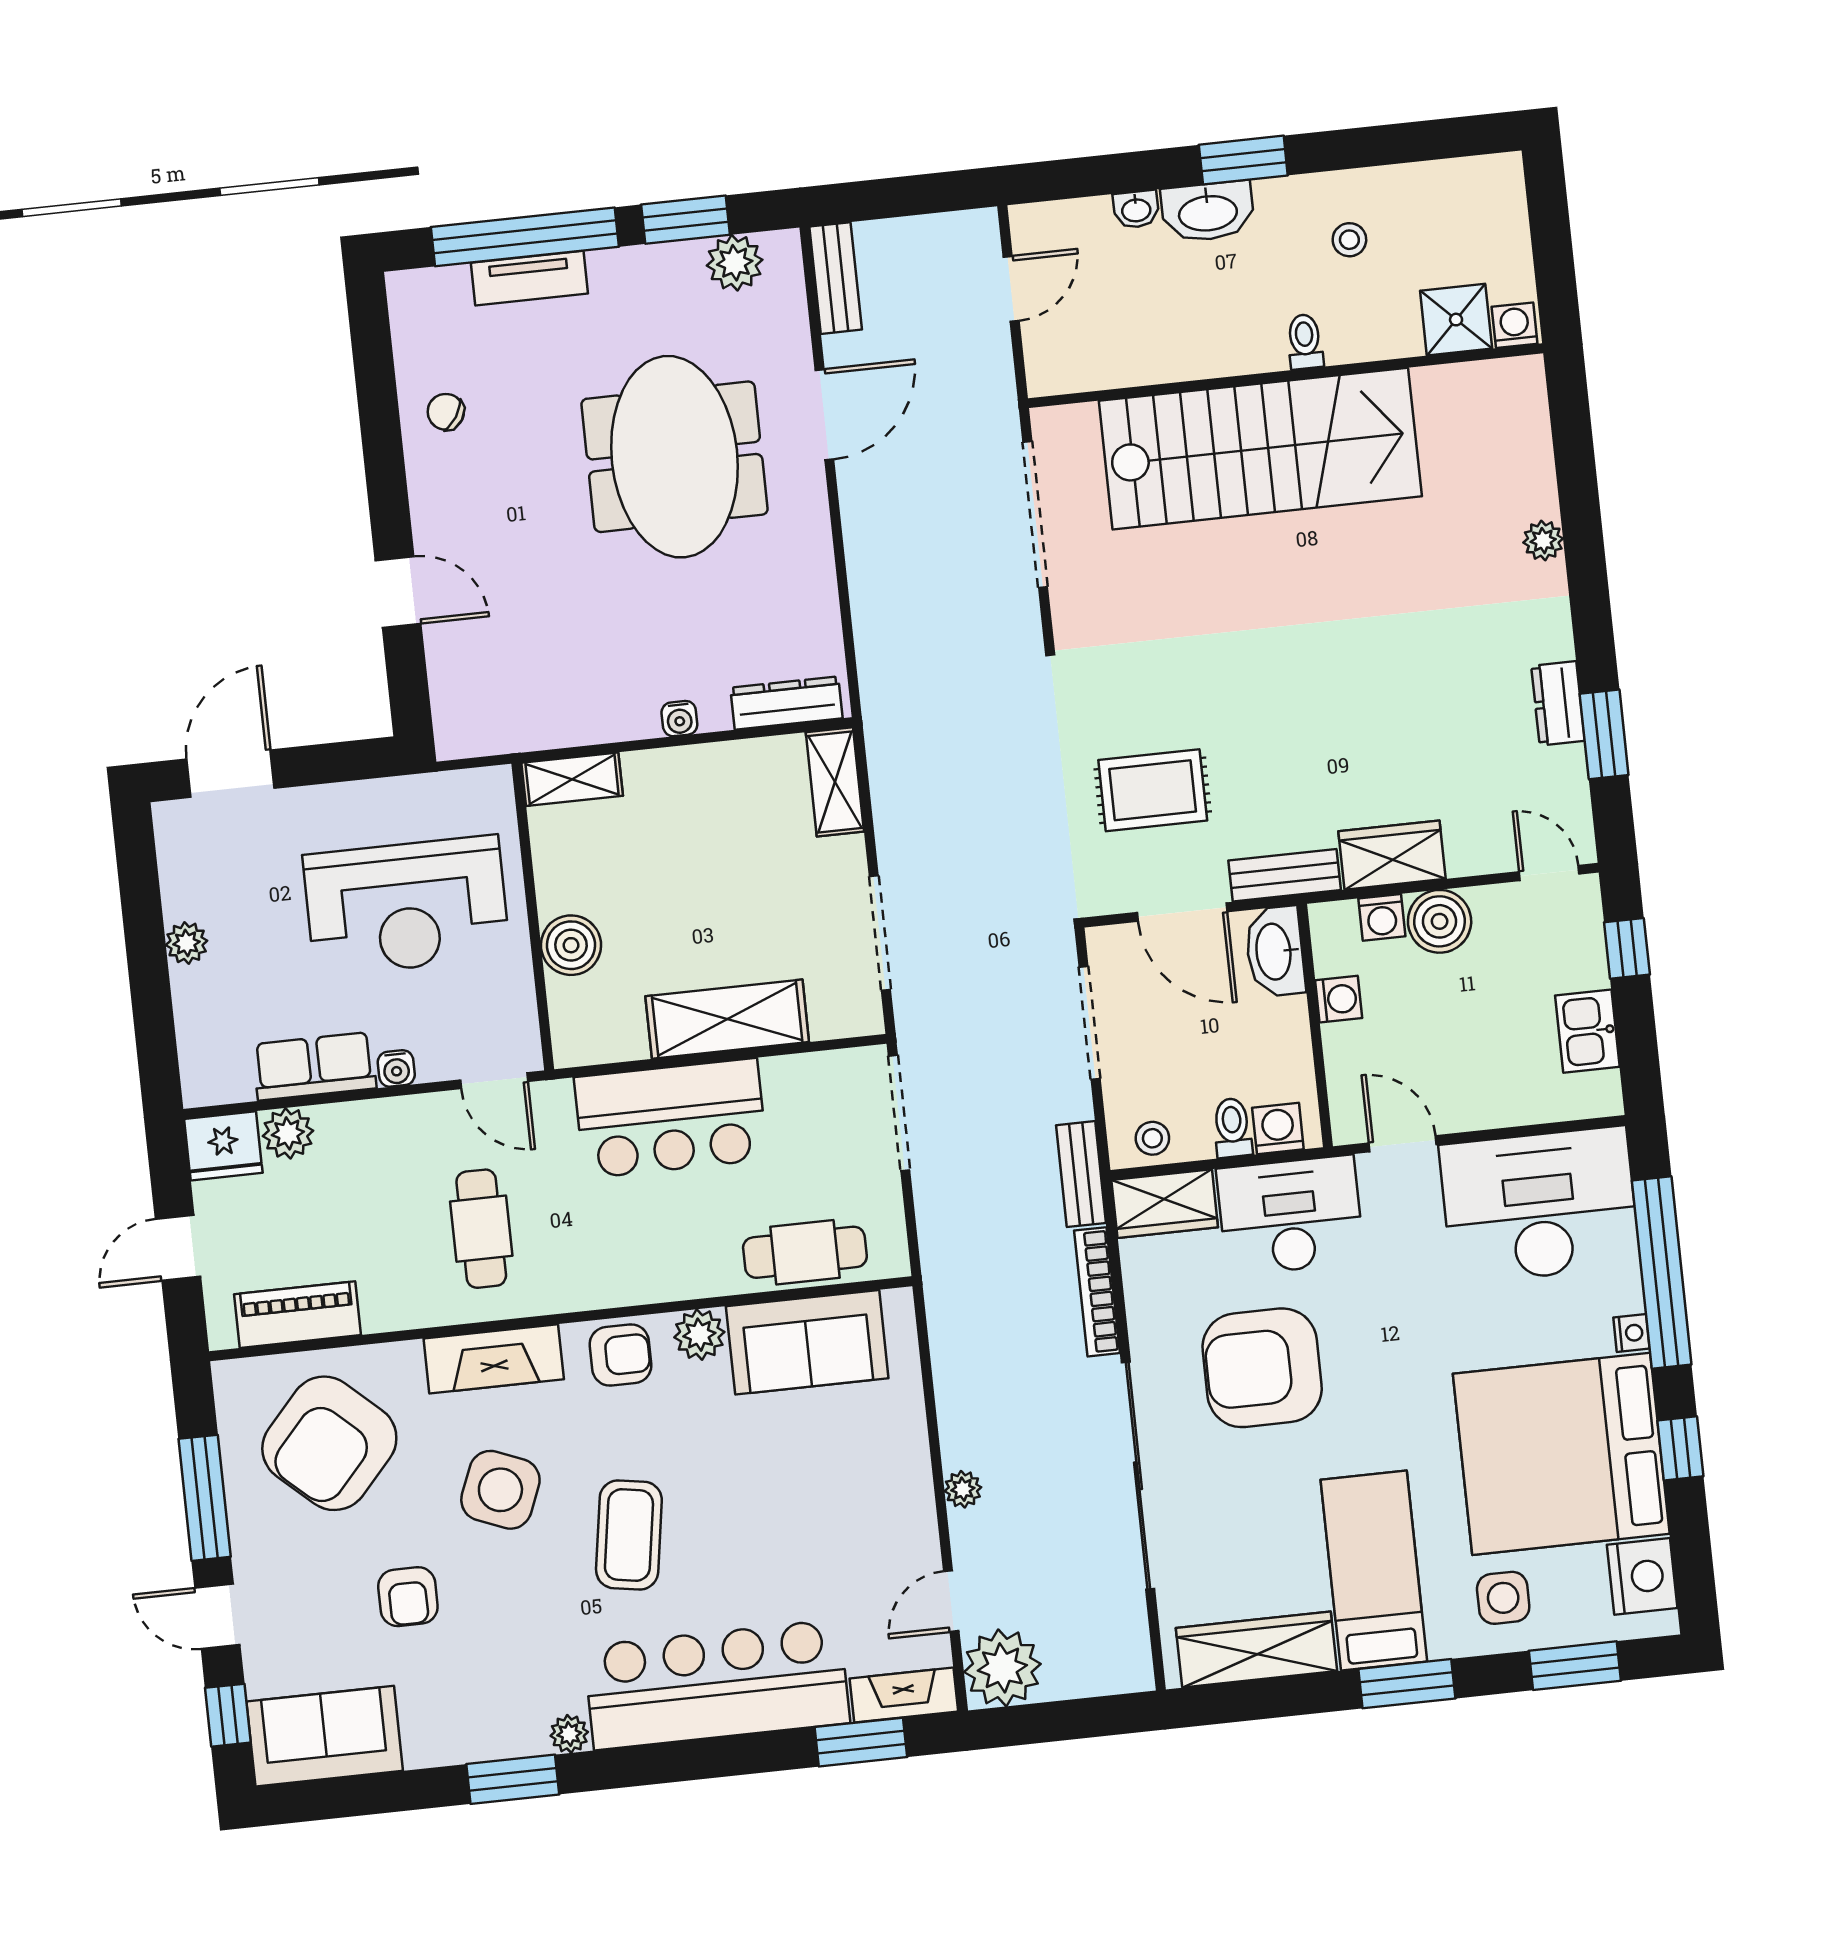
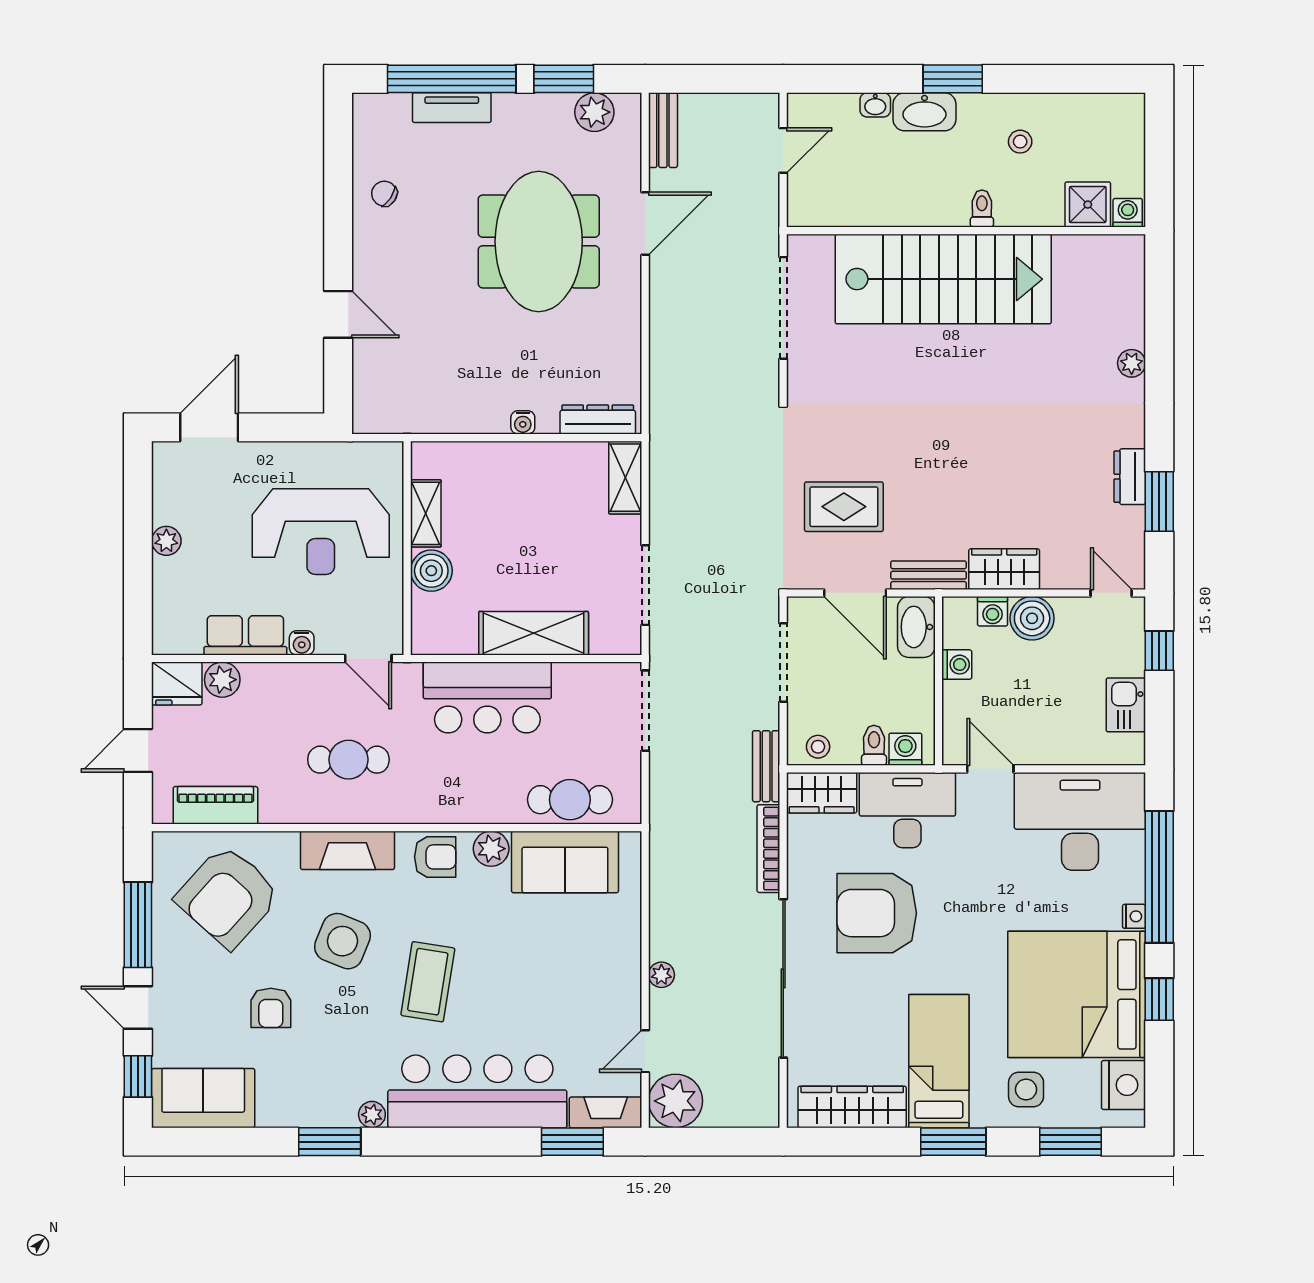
shelving: (572, 779) -> (426, 513), moved, turned 90
cafe table: (481, 1229) -> (348, 760), turned 90

